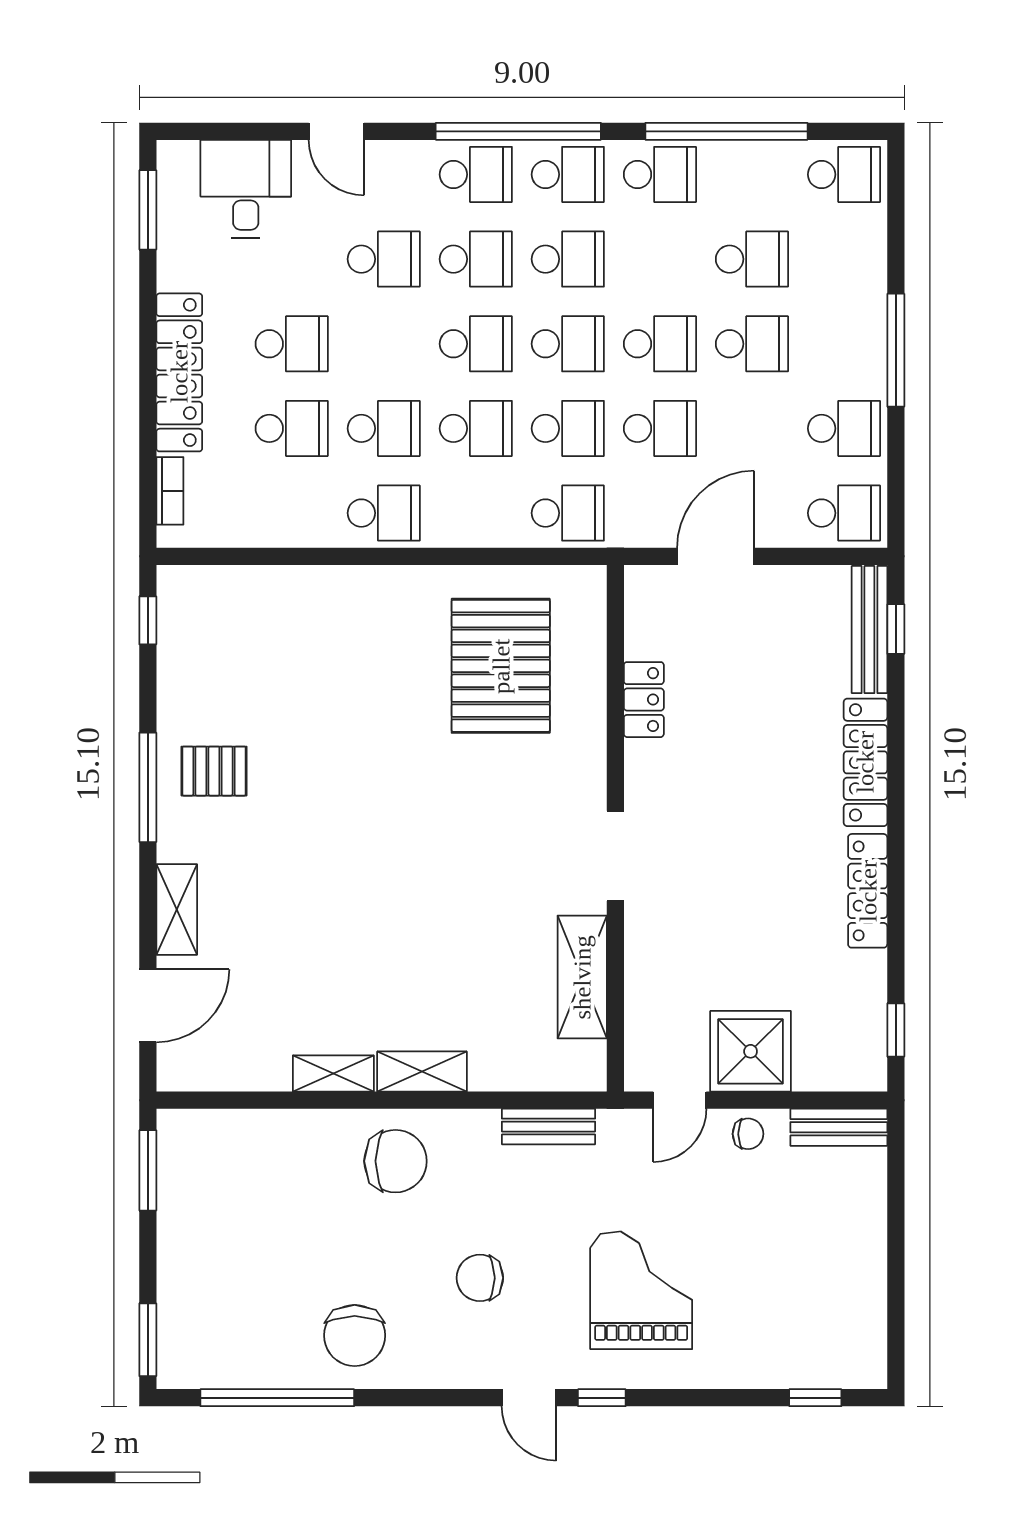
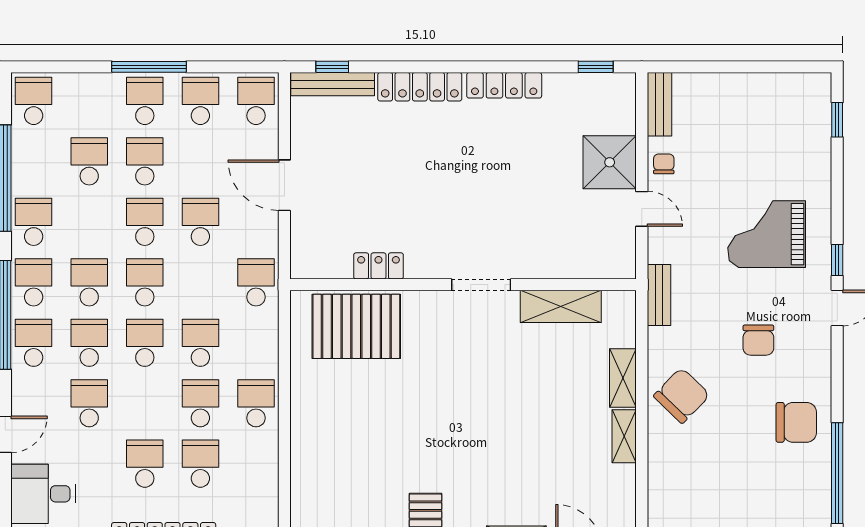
school desk: (568, 428) -> (145, 101), moved
locker: (644, 700) -> (378, 266), moved
wall: (615, 828) -> (463, 285), moved
doorway: (615, 856) -> (481, 285), moved
shelving: (582, 977) -> (561, 306), moved
chair: (395, 1161) -> (682, 395), turned 44

